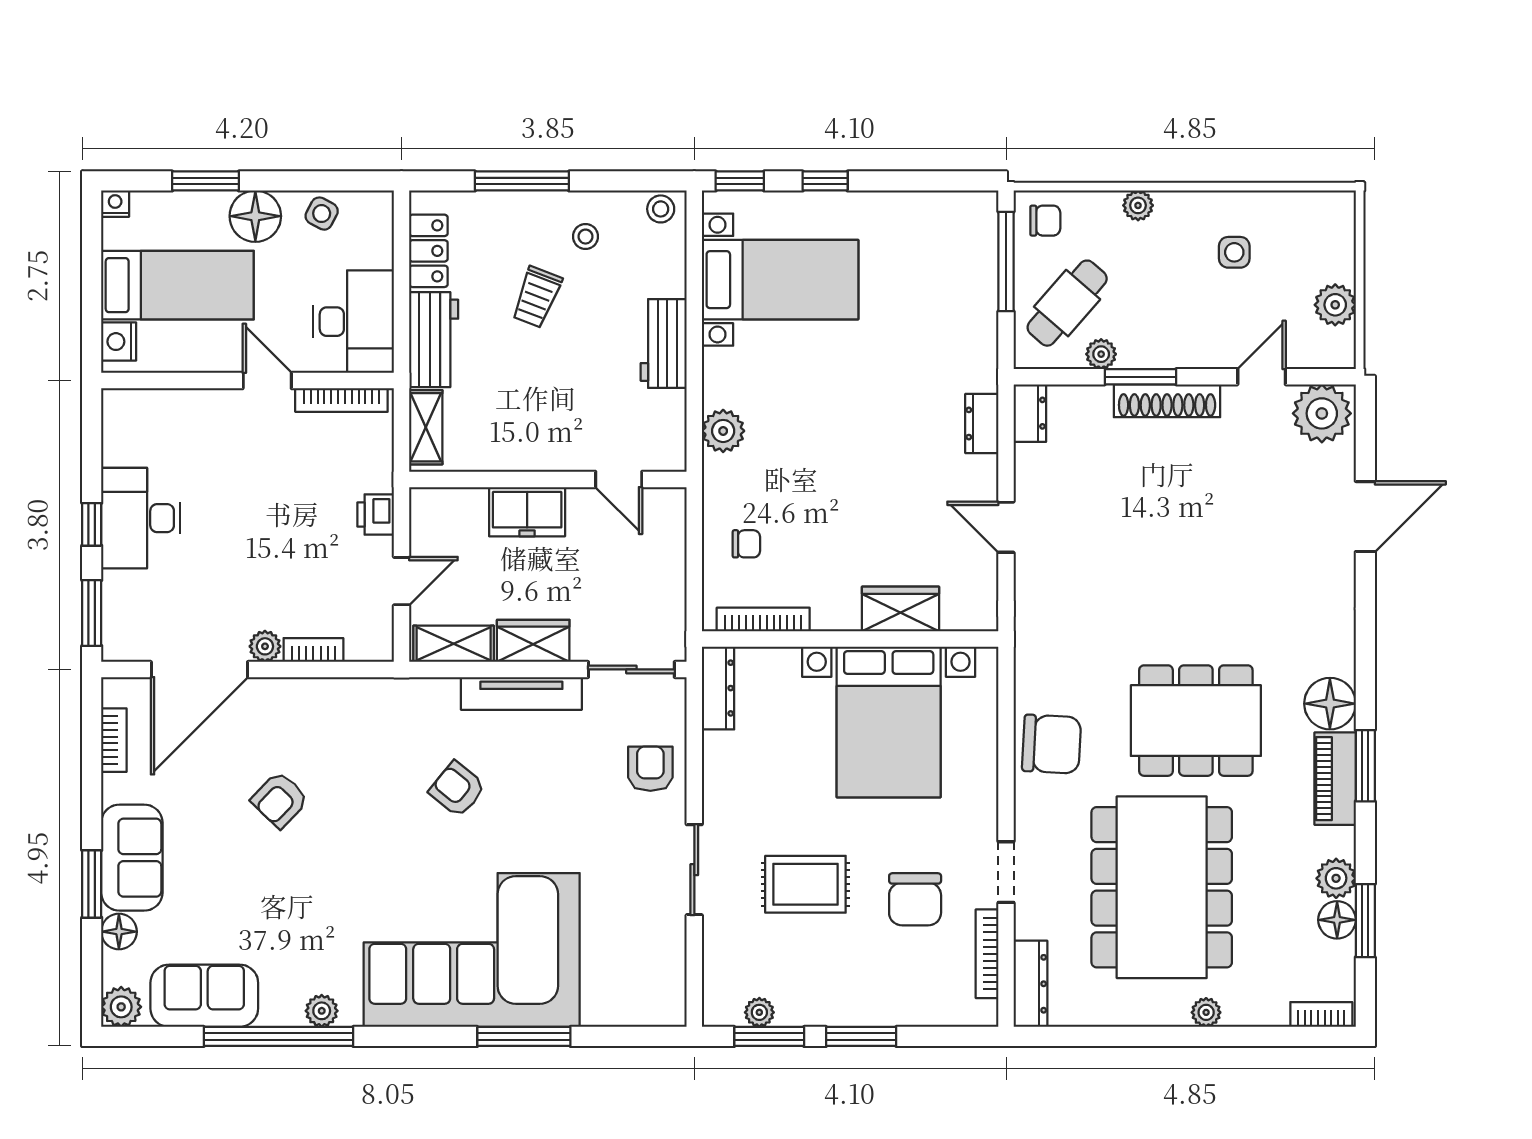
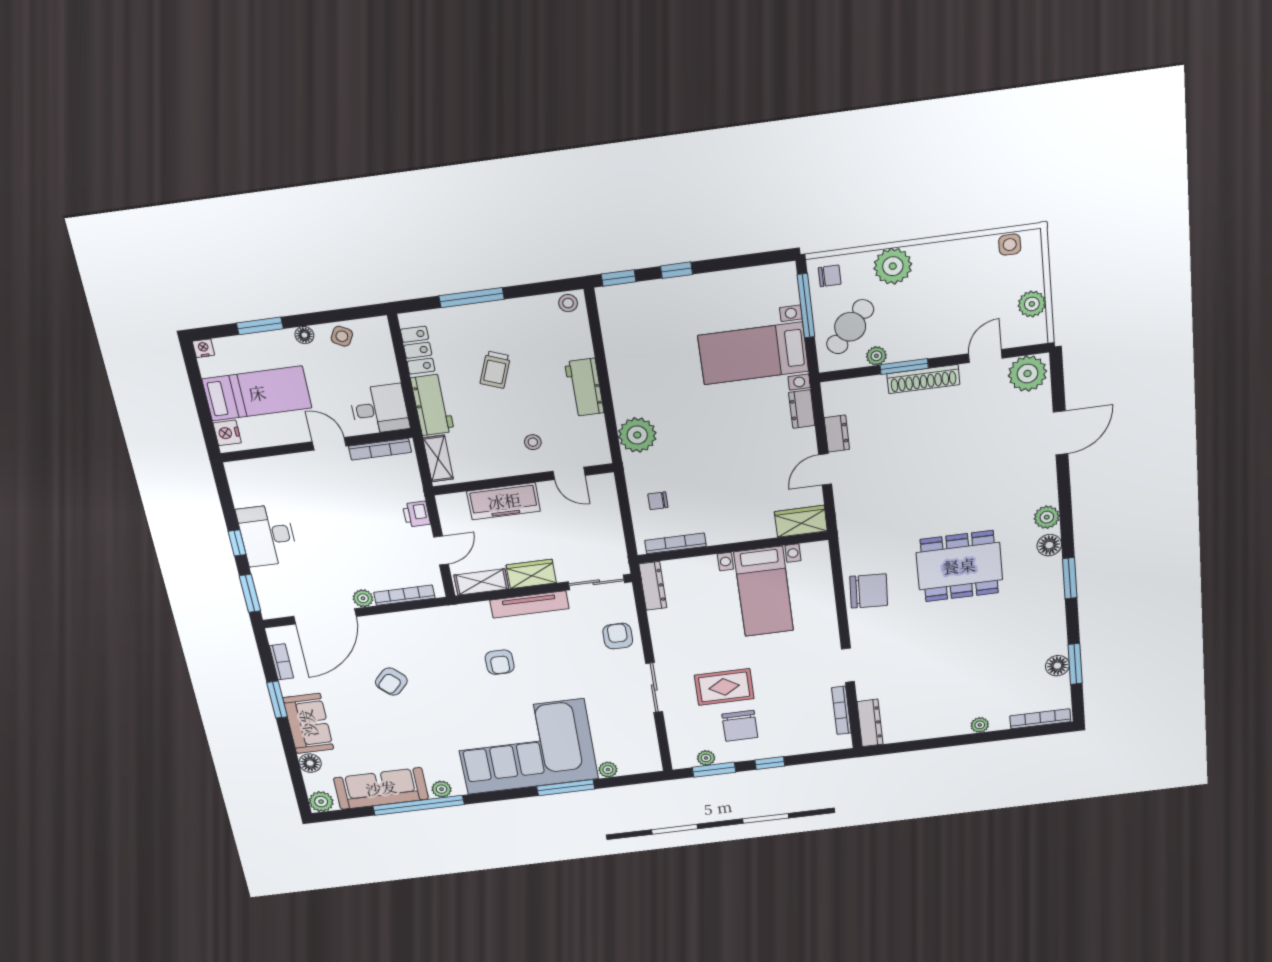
plant: (1138, 205) -> (893, 266), width x1.87, depth x1.87
floor lamp: (255, 216) -> (304, 335), width x0.53, depth x0.53
stool: (586, 237) -> (533, 442), moved
side table: (1234, 252) -> (1010, 245), moved
bed with nightstands: (780, 280) -> (753, 353), moved, turned 180
desk: (354, 322) -> (379, 409), width x0.73
dresser: (1030, 413) -> (837, 434), moved
plant: (723, 431) -> (637, 435), width x1.36, depth x1.36
freezer: (527, 512) -> (504, 501), width x1.40
door: (1006, 527) -> (825, 469), hinge flipped
chair: (746, 544) -> (658, 501), turned 180
wardrobe: (900, 609) -> (801, 521), moved
bookcase: (313, 650) -> (404, 595), width x1.56
floor lamp: (1330, 704) -> (1049, 545), width x0.73, depth x0.73
bed with nightstands: (889, 722) -> (764, 591), width x0.73
piano: (1335, 779) -> (1051, 588), removed
armchair: (457, 789) -> (500, 662), turned -129
plant: (1336, 878) -> (1047, 517), moved
window: (92, 884) -> (277, 700), moved
dining table: (1162, 887) -> (946, 661), removed
chair: (915, 899) -> (740, 726), moved
sofa: (204, 996) -> (381, 788), width x1.36
plant: (598, 1012) -> (608, 770), added
bookcase: (1321, 1015) -> (1040, 719), width x1.56
window: (861, 1036) -> (770, 763), width x0.67

